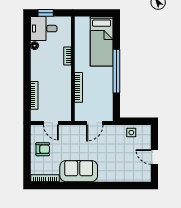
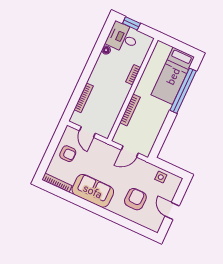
window: (116, 71) -> (183, 91), moved
armchair: (118, 161) -> (135, 199), added

